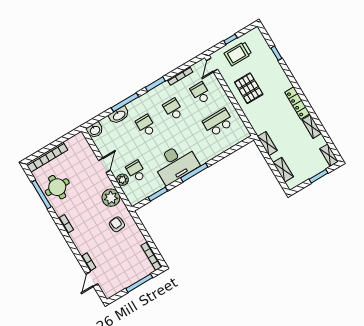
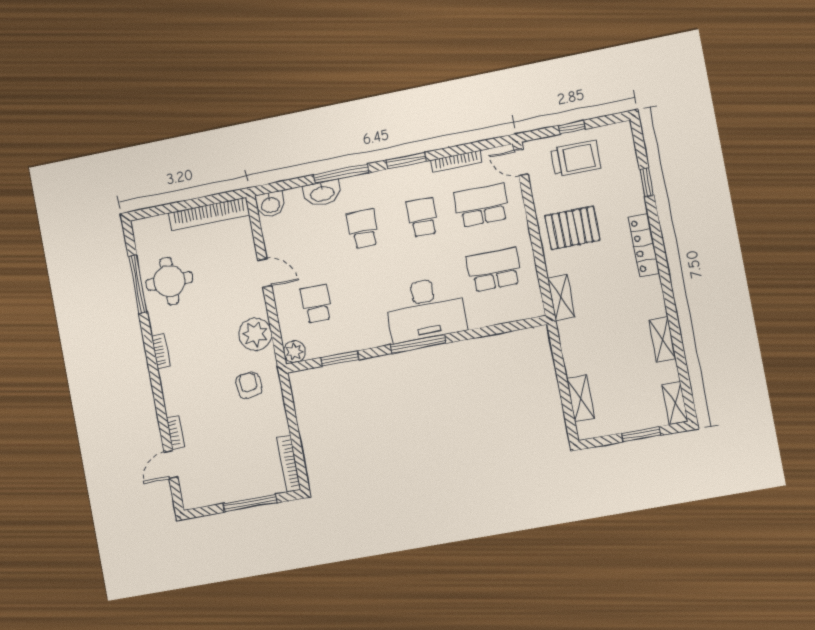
trolley: (238, 54) -> (576, 158), turned 180
door: (212, 65) -> (521, 162), hinge flipped
pallet: (249, 88) -> (572, 228), turned 90
school desk: (201, 93) -> (482, 205), width x1.85
locker: (297, 103) -> (644, 245), moved
shelving: (267, 144) -> (561, 298), moved
bookcase: (47, 157) -> (209, 214), moved
desk: (176, 163) -> (425, 309), moved
door: (104, 165) -> (265, 273), hinge flipped
plant: (122, 180) -> (294, 352), moved

